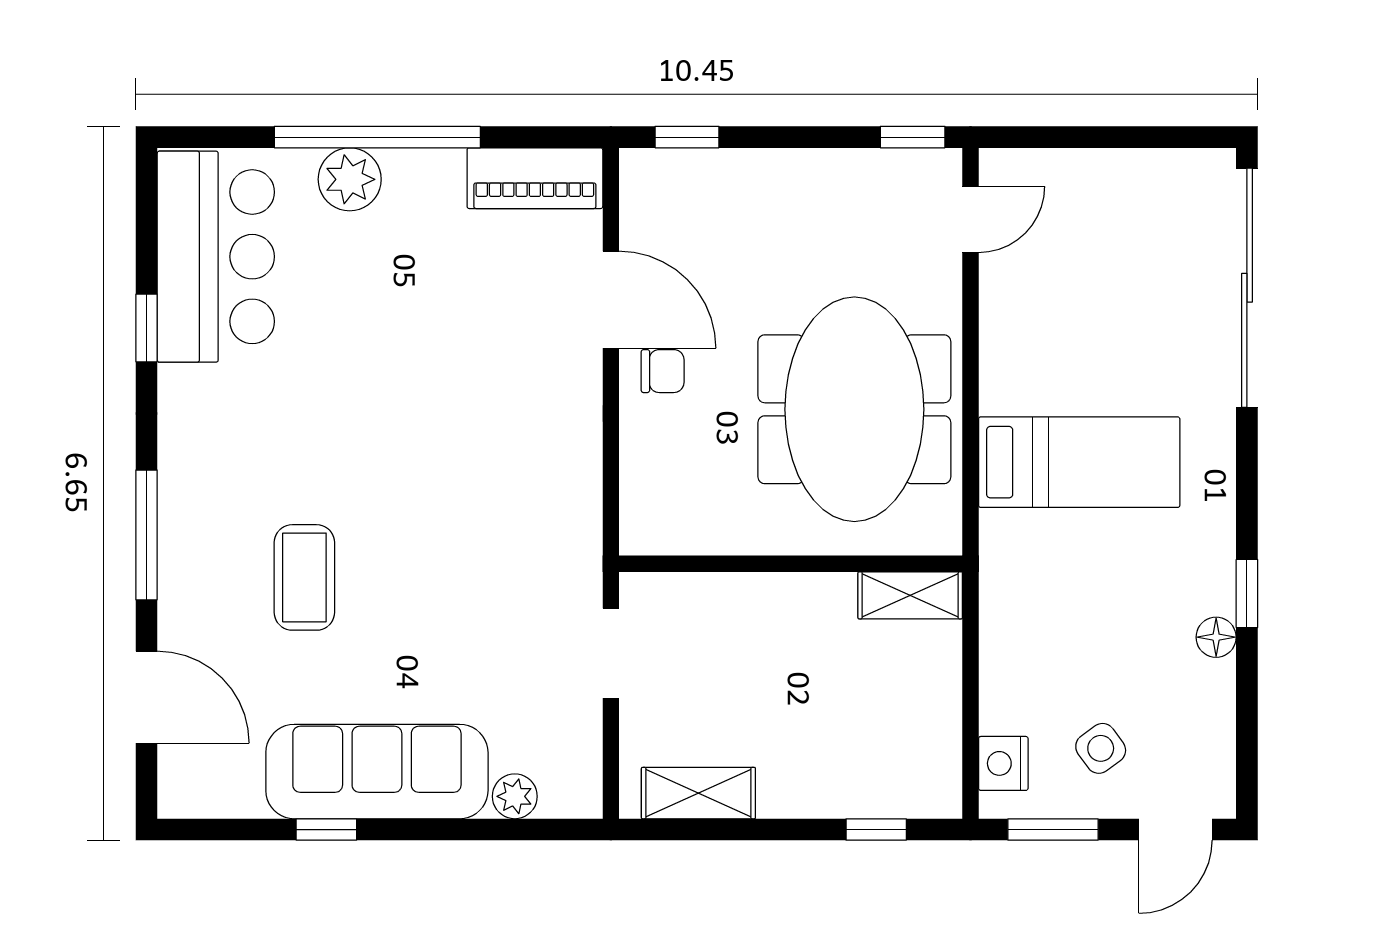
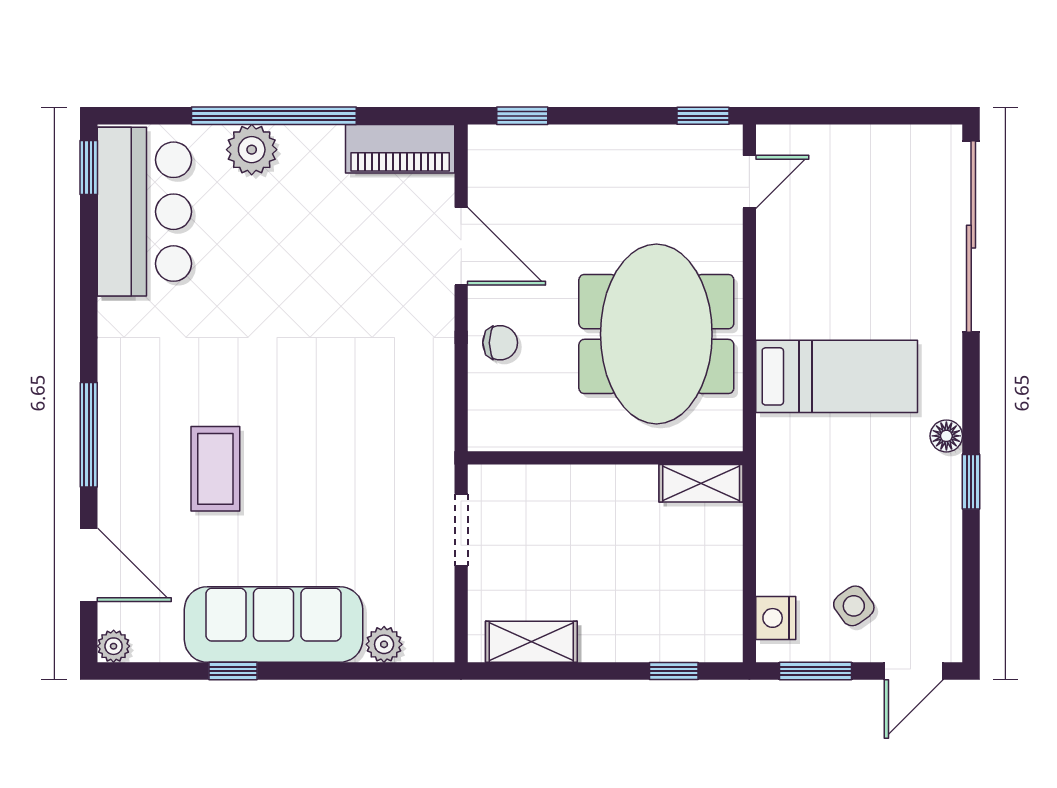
window: (147, 328) -> (89, 168), moved
chair: (663, 371) -> (500, 343), moved
floor lamp: (1216, 637) -> (946, 436), moved
plant: (177, 799) -> (114, 646), added

